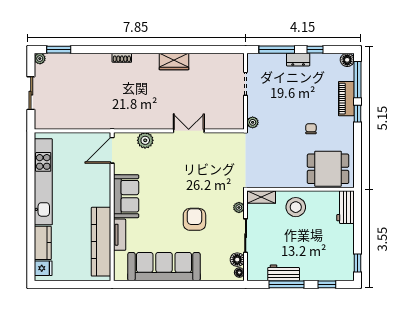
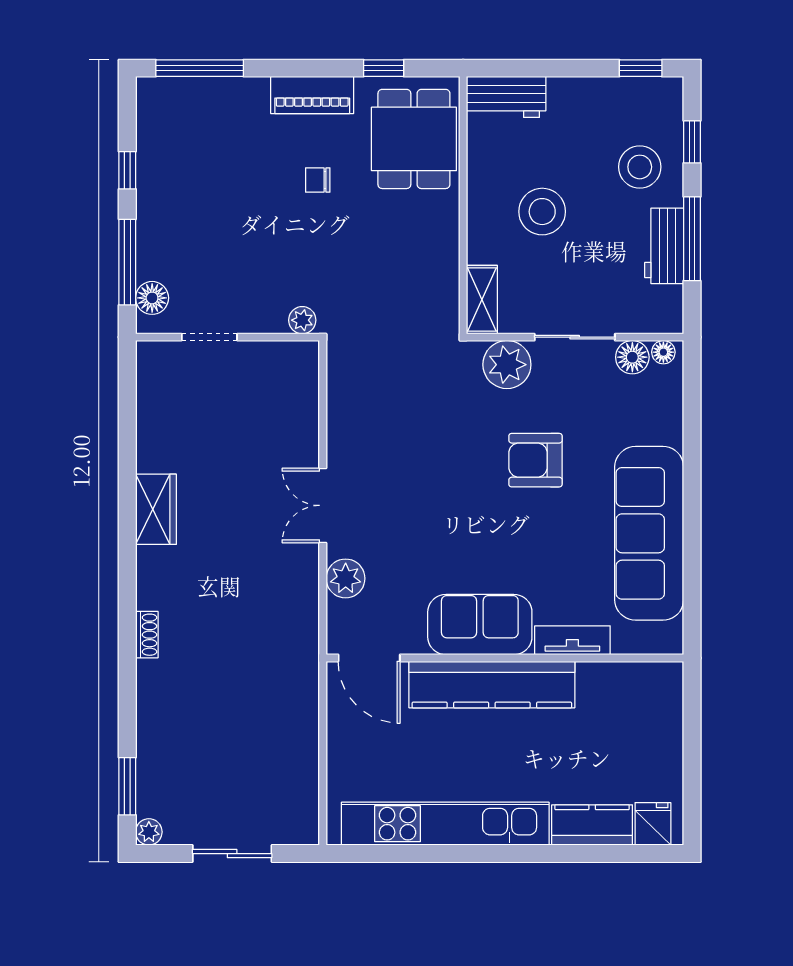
dresser: (298, 60) -> (151, 211), removed
floor lamp: (347, 60) -> (152, 298), moved
piano: (346, 99) -> (312, 95), moved
window: (357, 114) -> (384, 68), moved
double door: (189, 131) -> (323, 505), moved
plant: (239, 207) -> (507, 365), width x1.88, depth x1.88
stool: (296, 207) -> (542, 212), moved
kitchen counter: (101, 242) -> (492, 685), moved
stool: (316, 263) -> (640, 167), added

